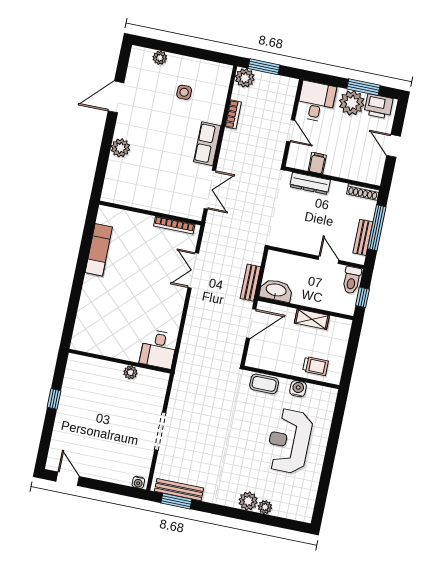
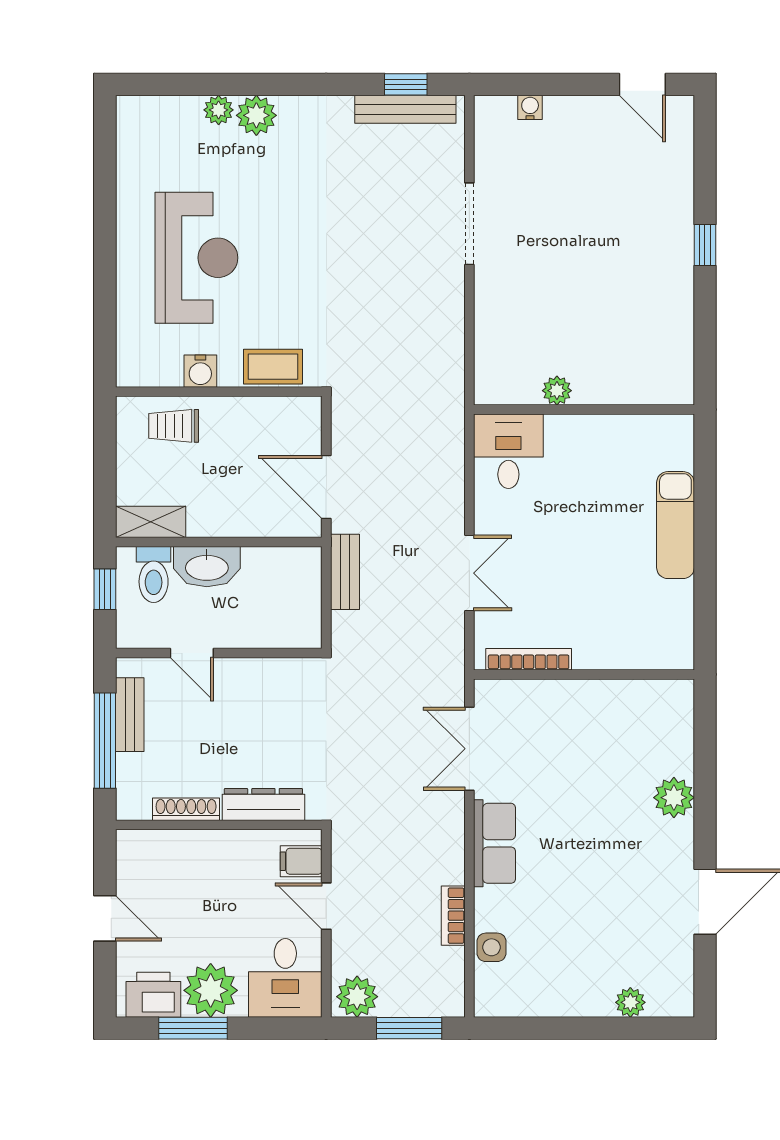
plant: (245, 78) -> (357, 997), moved
side table: (184, 92) -> (491, 947), moved
filing cabinet: (317, 163) -> (301, 861), moved, turned 90
shoe rack: (363, 192) -> (186, 809), moved
exam couch: (99, 250) -> (675, 525), moved
toilet: (352, 280) -> (154, 574), moved, turned 180
washbasin: (276, 290) -> (207, 567), moved
shelving: (312, 319) -> (151, 522), moved
door: (251, 323) -> (326, 487), hinge flipped
desk: (158, 349) -> (508, 451), moved
wall: (120, 361) -> (584, 410), moved
plant: (130, 372) -> (557, 391), moved
water cooler: (138, 482) -> (530, 107), moved
window: (176, 501) -> (406, 84), width x0.67

